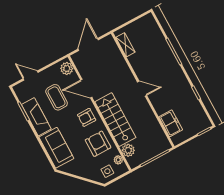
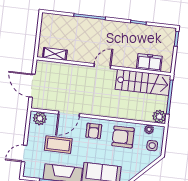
stairs: (115, 120) -> (143, 82), moved, turned 180
plant: (128, 150) -> (159, 117), moved

